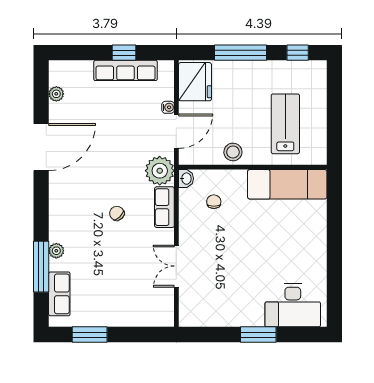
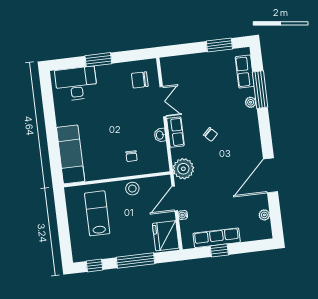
lab bench: (285, 124) -> (97, 213), turned 180
washbasin: (186, 179) -> (160, 135), moved
exam couch: (287, 184) -> (71, 154), moved, turned 90
chair: (214, 202) -> (131, 156), moved
row of seats: (164, 207) -> (175, 132), moved
chair: (205, 300) -> (140, 80), added

